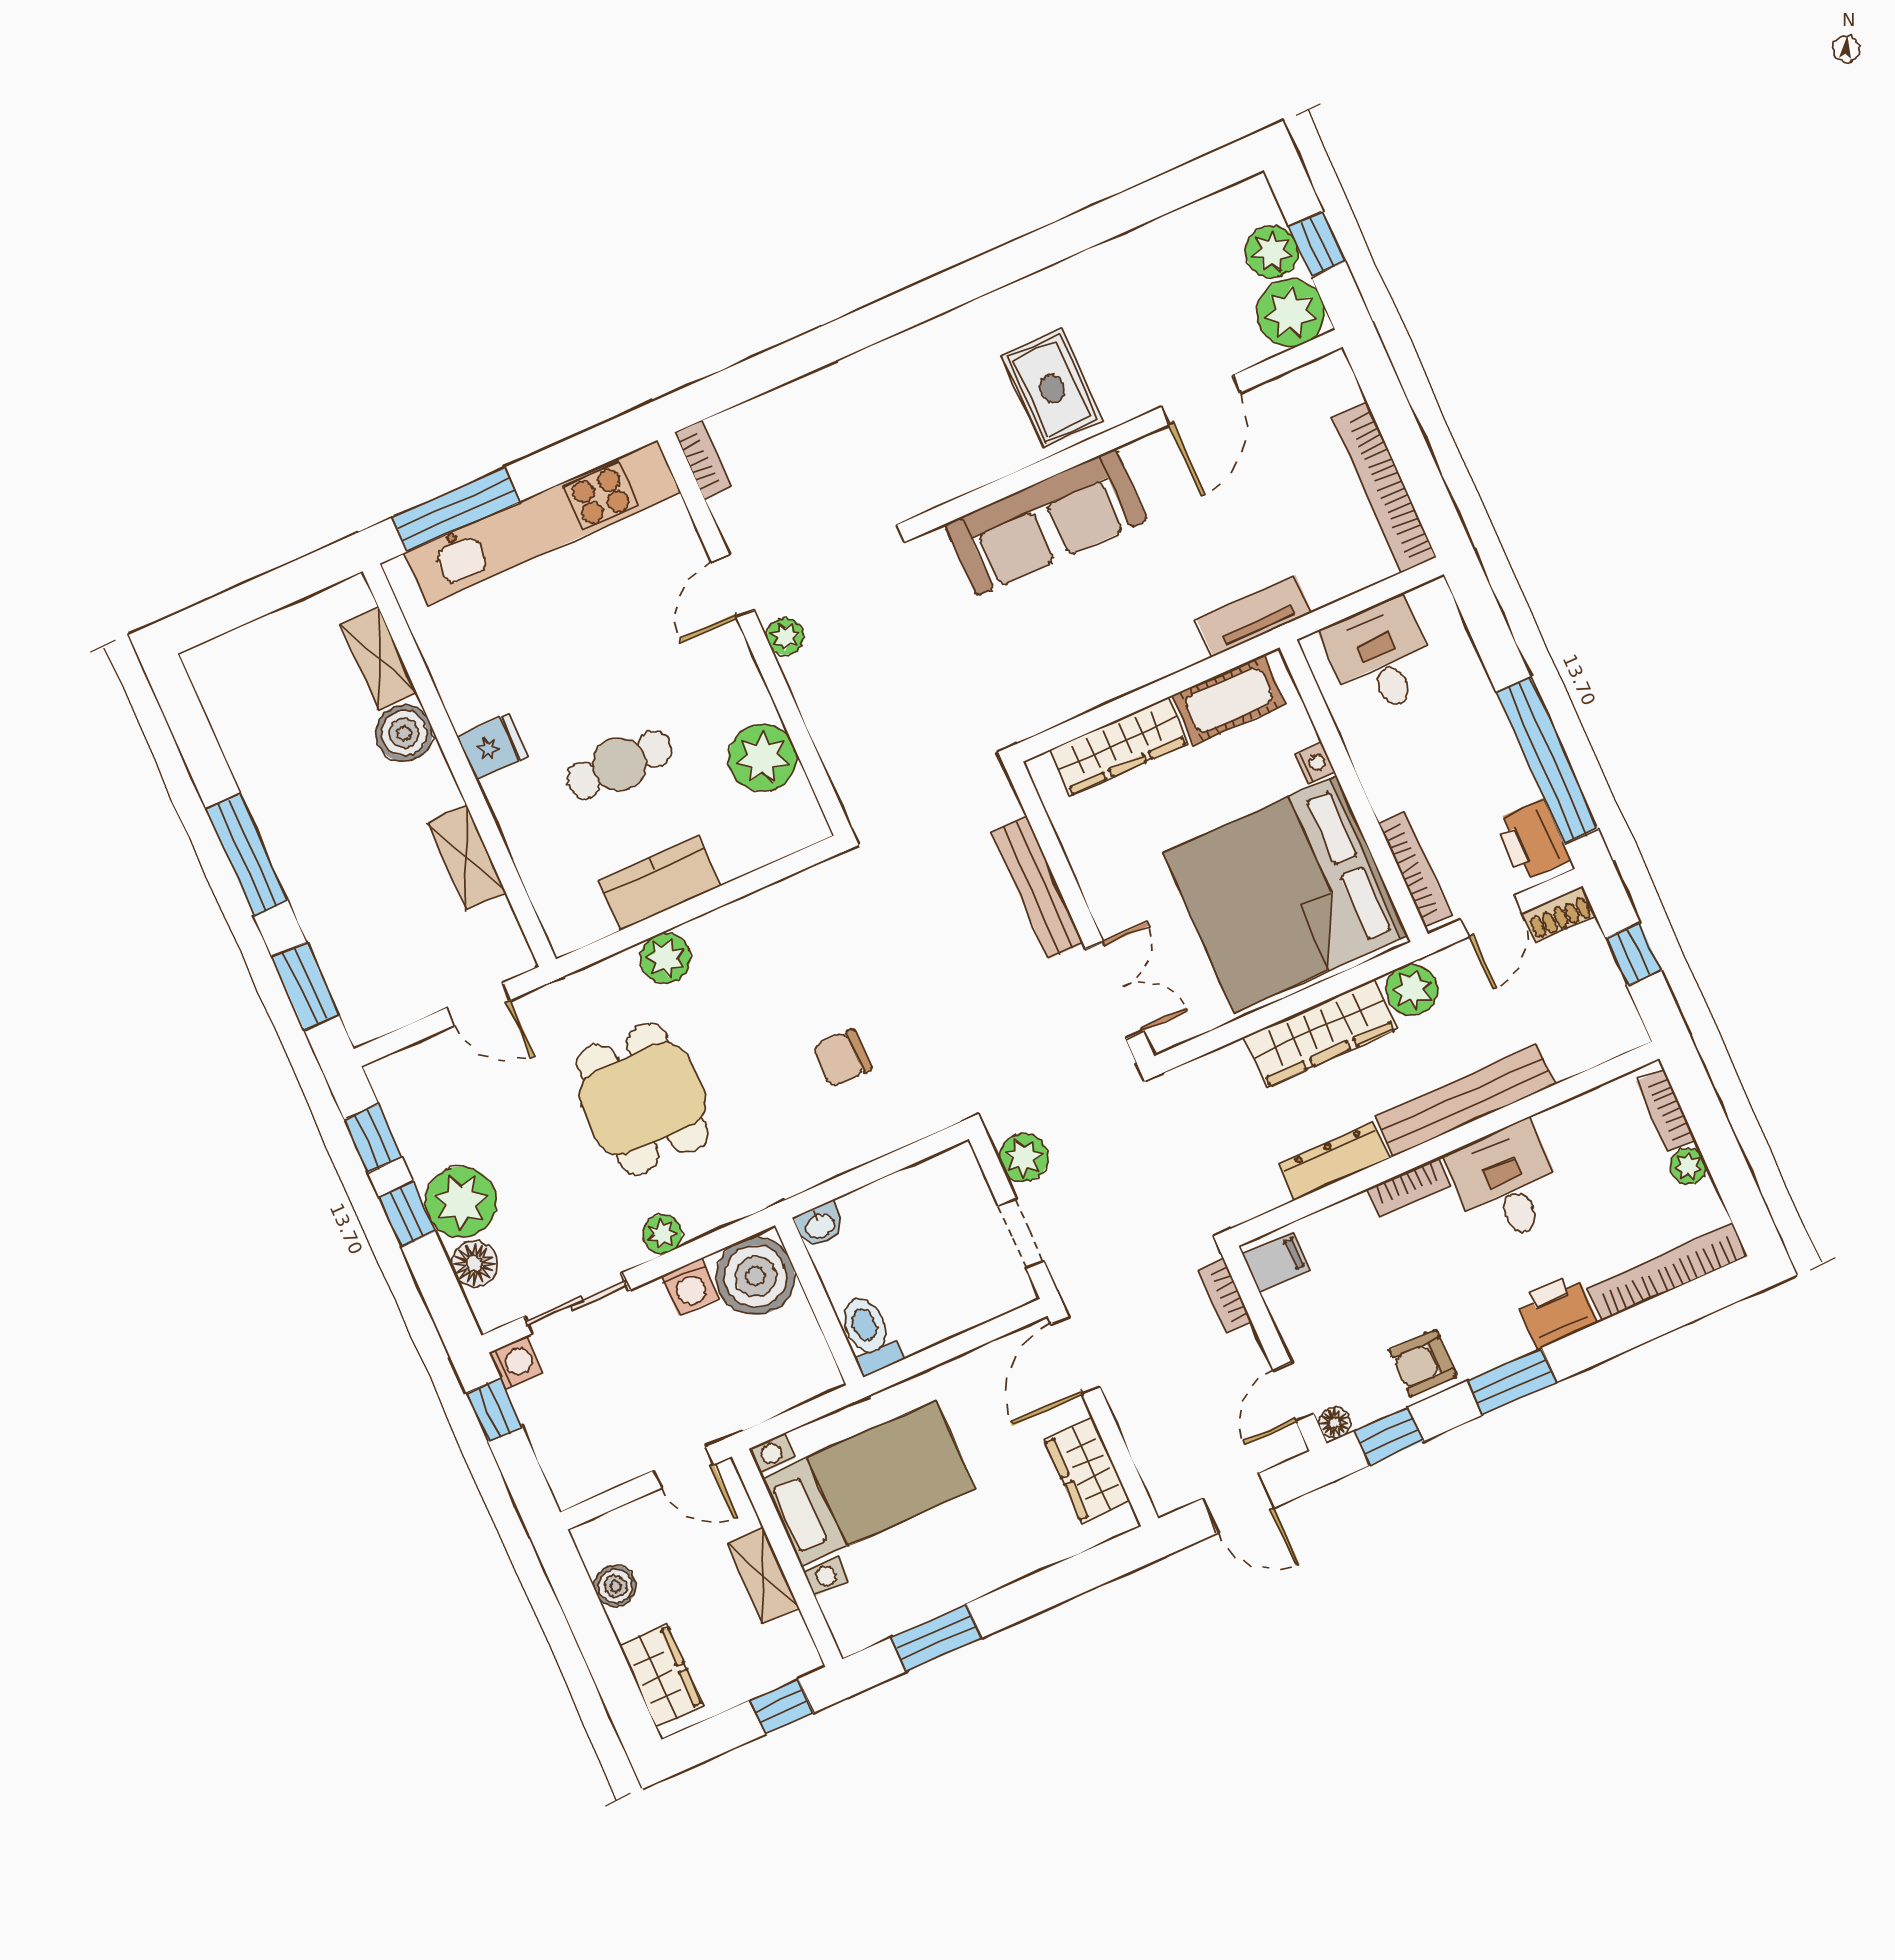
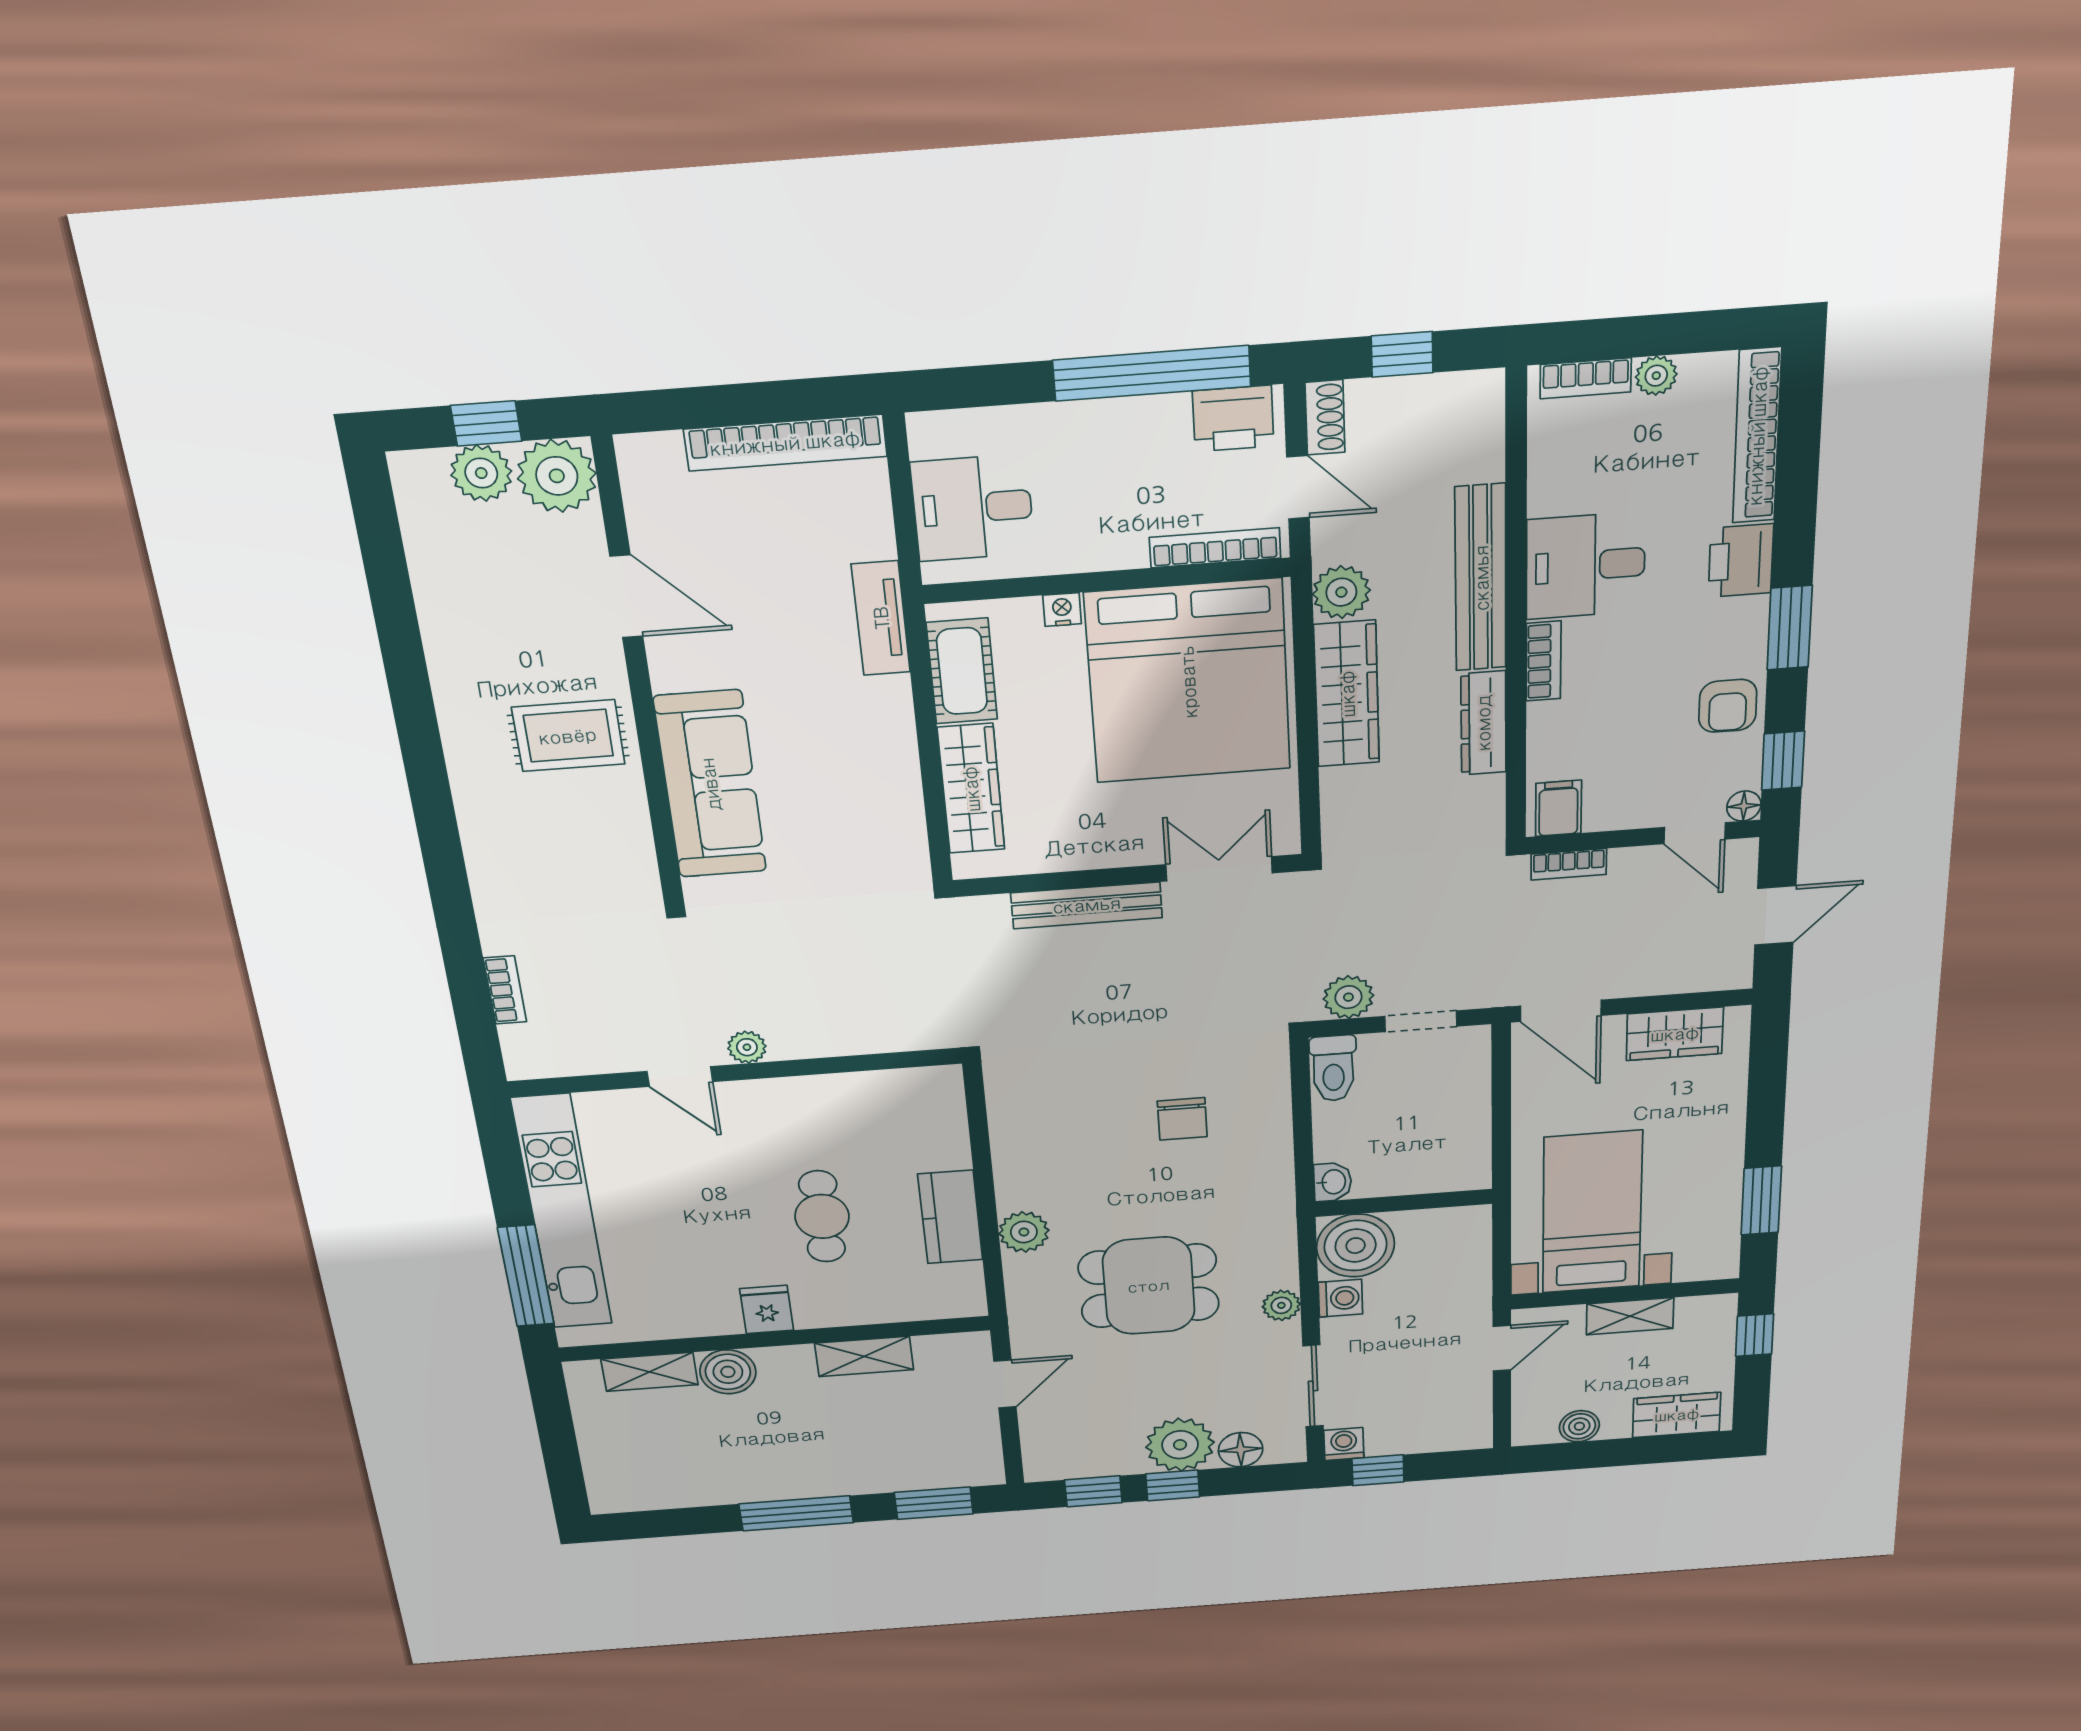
bookcase: (703, 460) -> (505, 990), moved, turned 90
plant: (762, 758) -> (861, 1101), removed
toilet: (869, 1334) -> (1333, 1068), moved, turned -90

